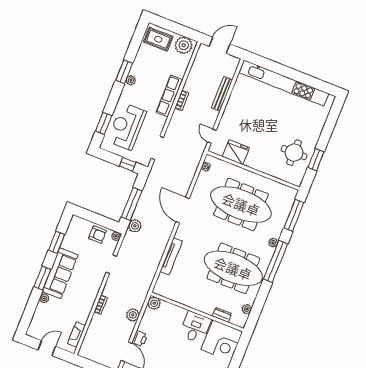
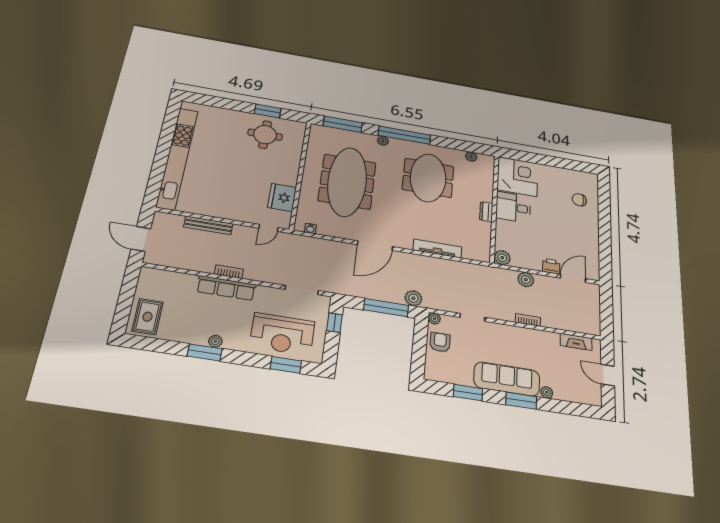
plant: (184, 45) -> (150, 283), removed
meeting table: (233, 268) -> (428, 178), width x0.73
dresser: (222, 315) -> (486, 212), moved

